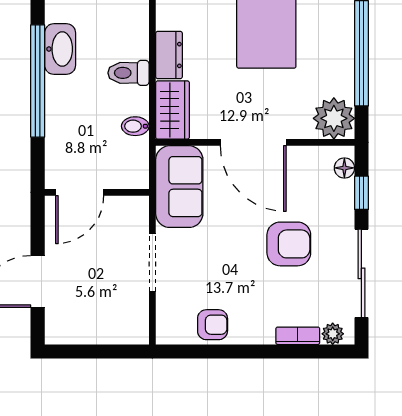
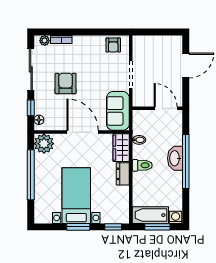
washbasin: (60, 49) -> (175, 158), moved
door: (80, 192) -> (166, 108), hinge flipped
armchair: (289, 244) -> (66, 83), turned 90
armchair: (213, 325) -> (113, 45), moved, turned -90

